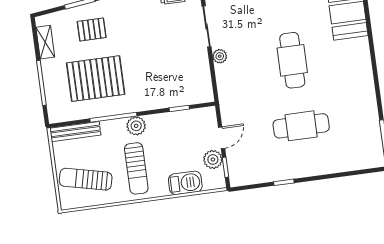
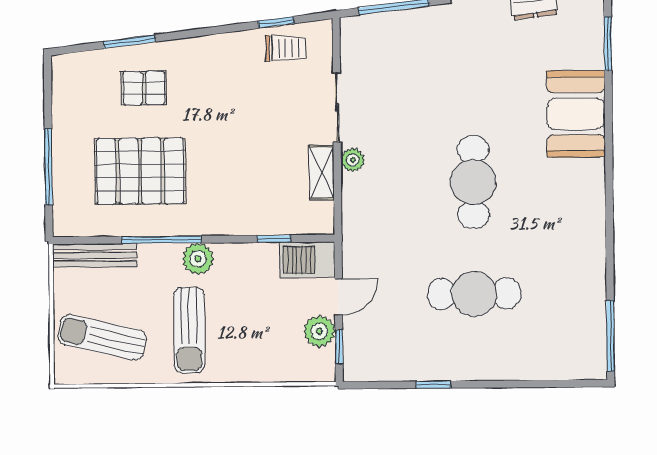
shelving: (45, 42) -> (322, 173), moved
barbecue: (185, 183) -> (307, 260), moved, turned 180

